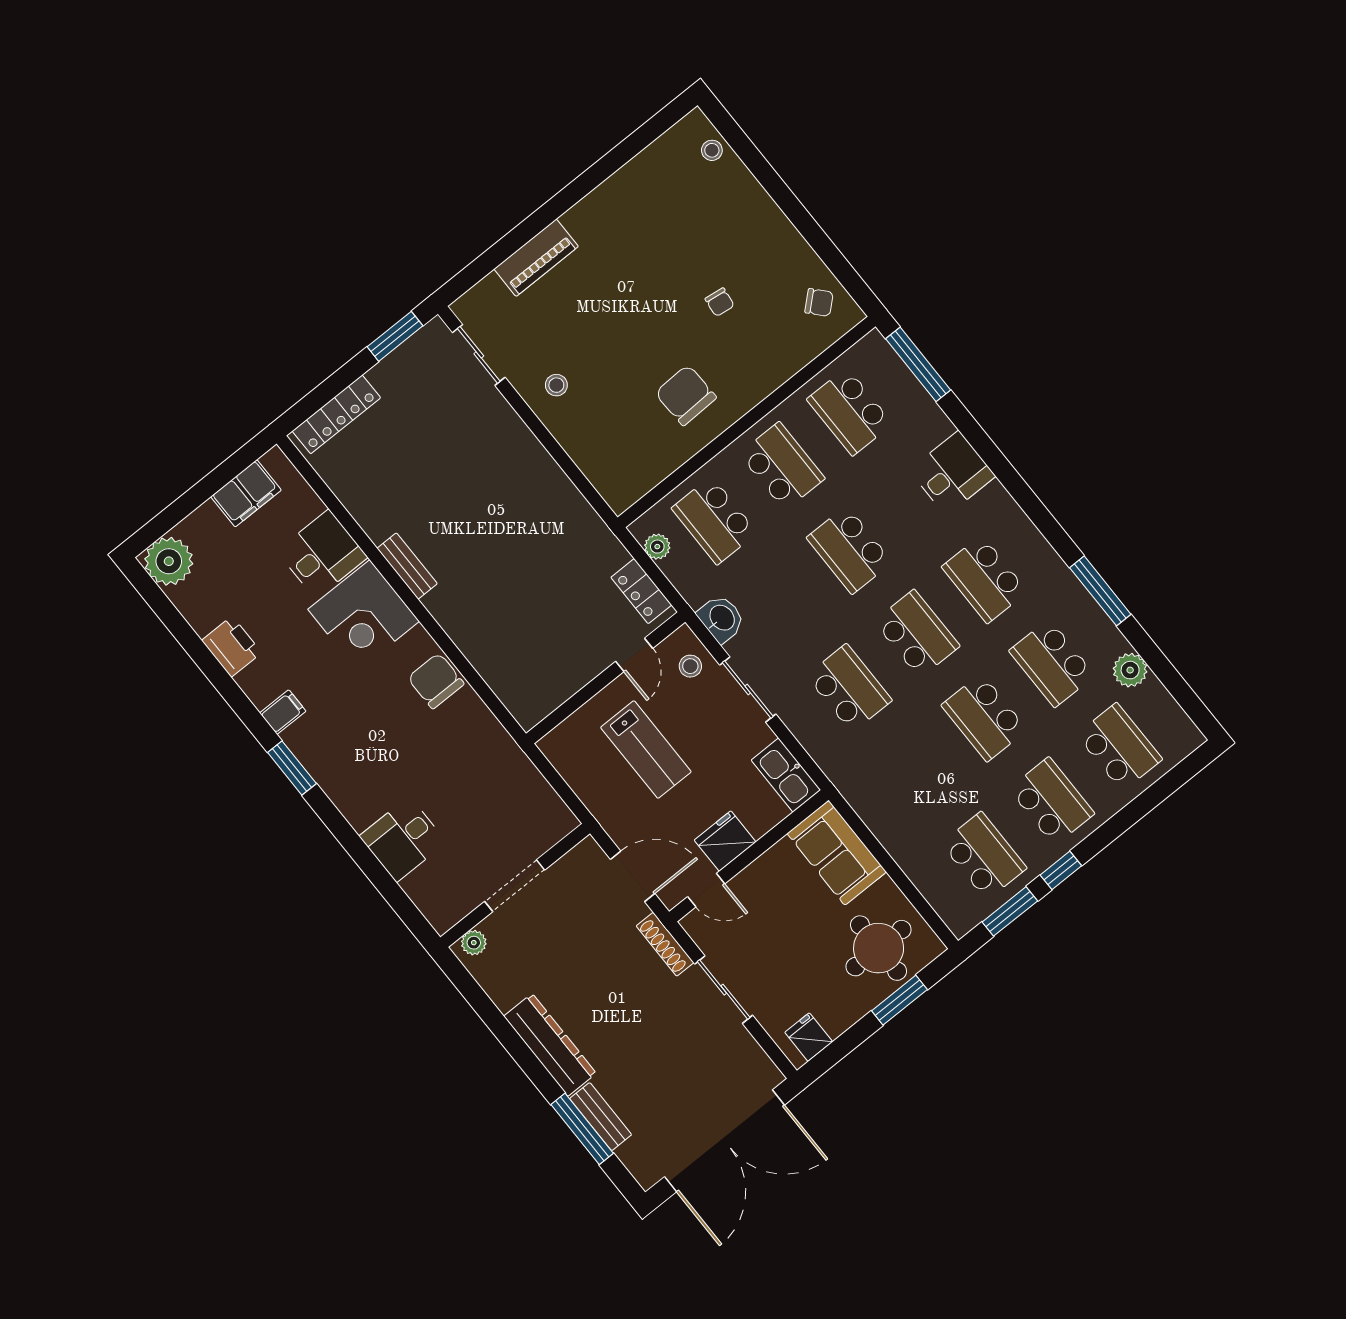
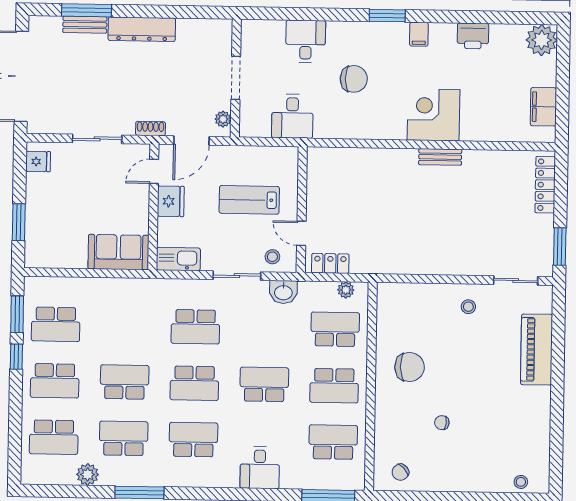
piano: (536, 258) -> (537, 350), width x1.37, depth x1.33
desk: (322, 554) -> (292, 116), moved
chair: (436, 681) -> (354, 79), moved
plant: (474, 943) -> (223, 119), moved
shoe rack: (665, 944) -> (150, 129), width x0.70
round table: (879, 948) -> (53, 233), removed

